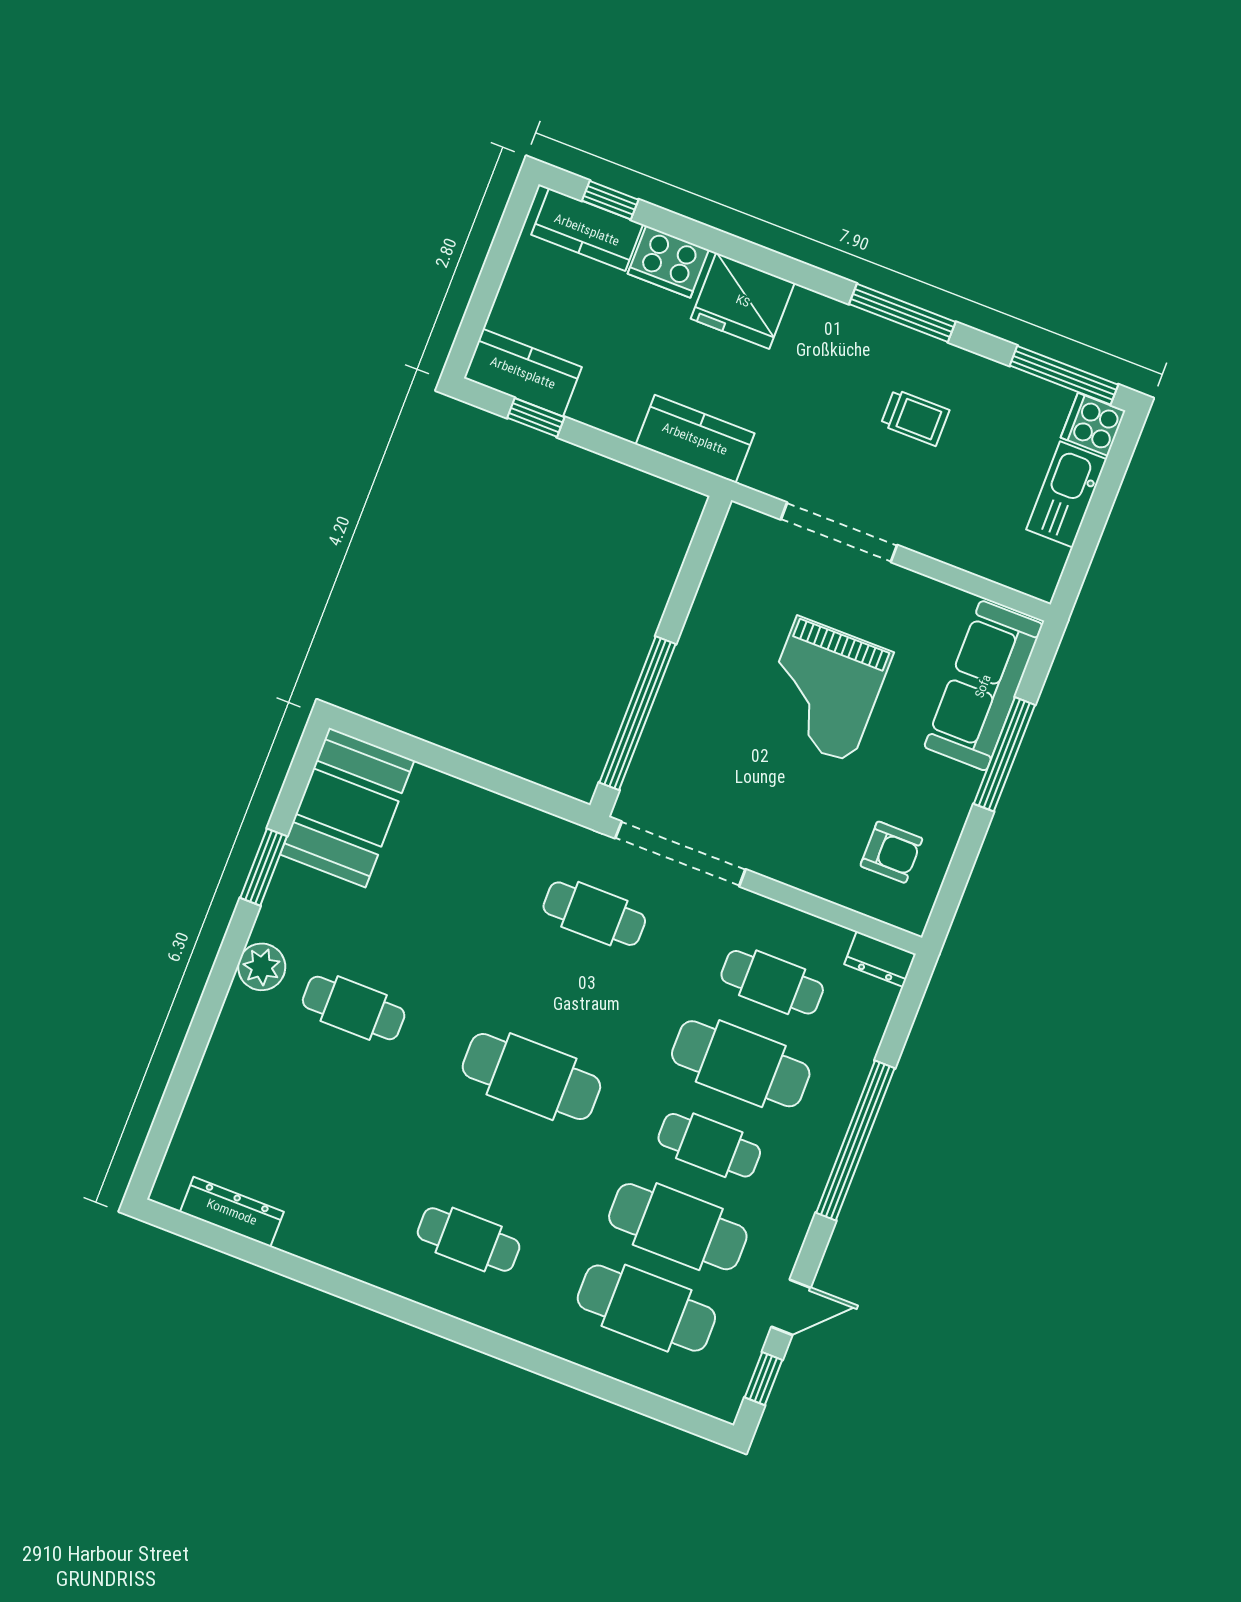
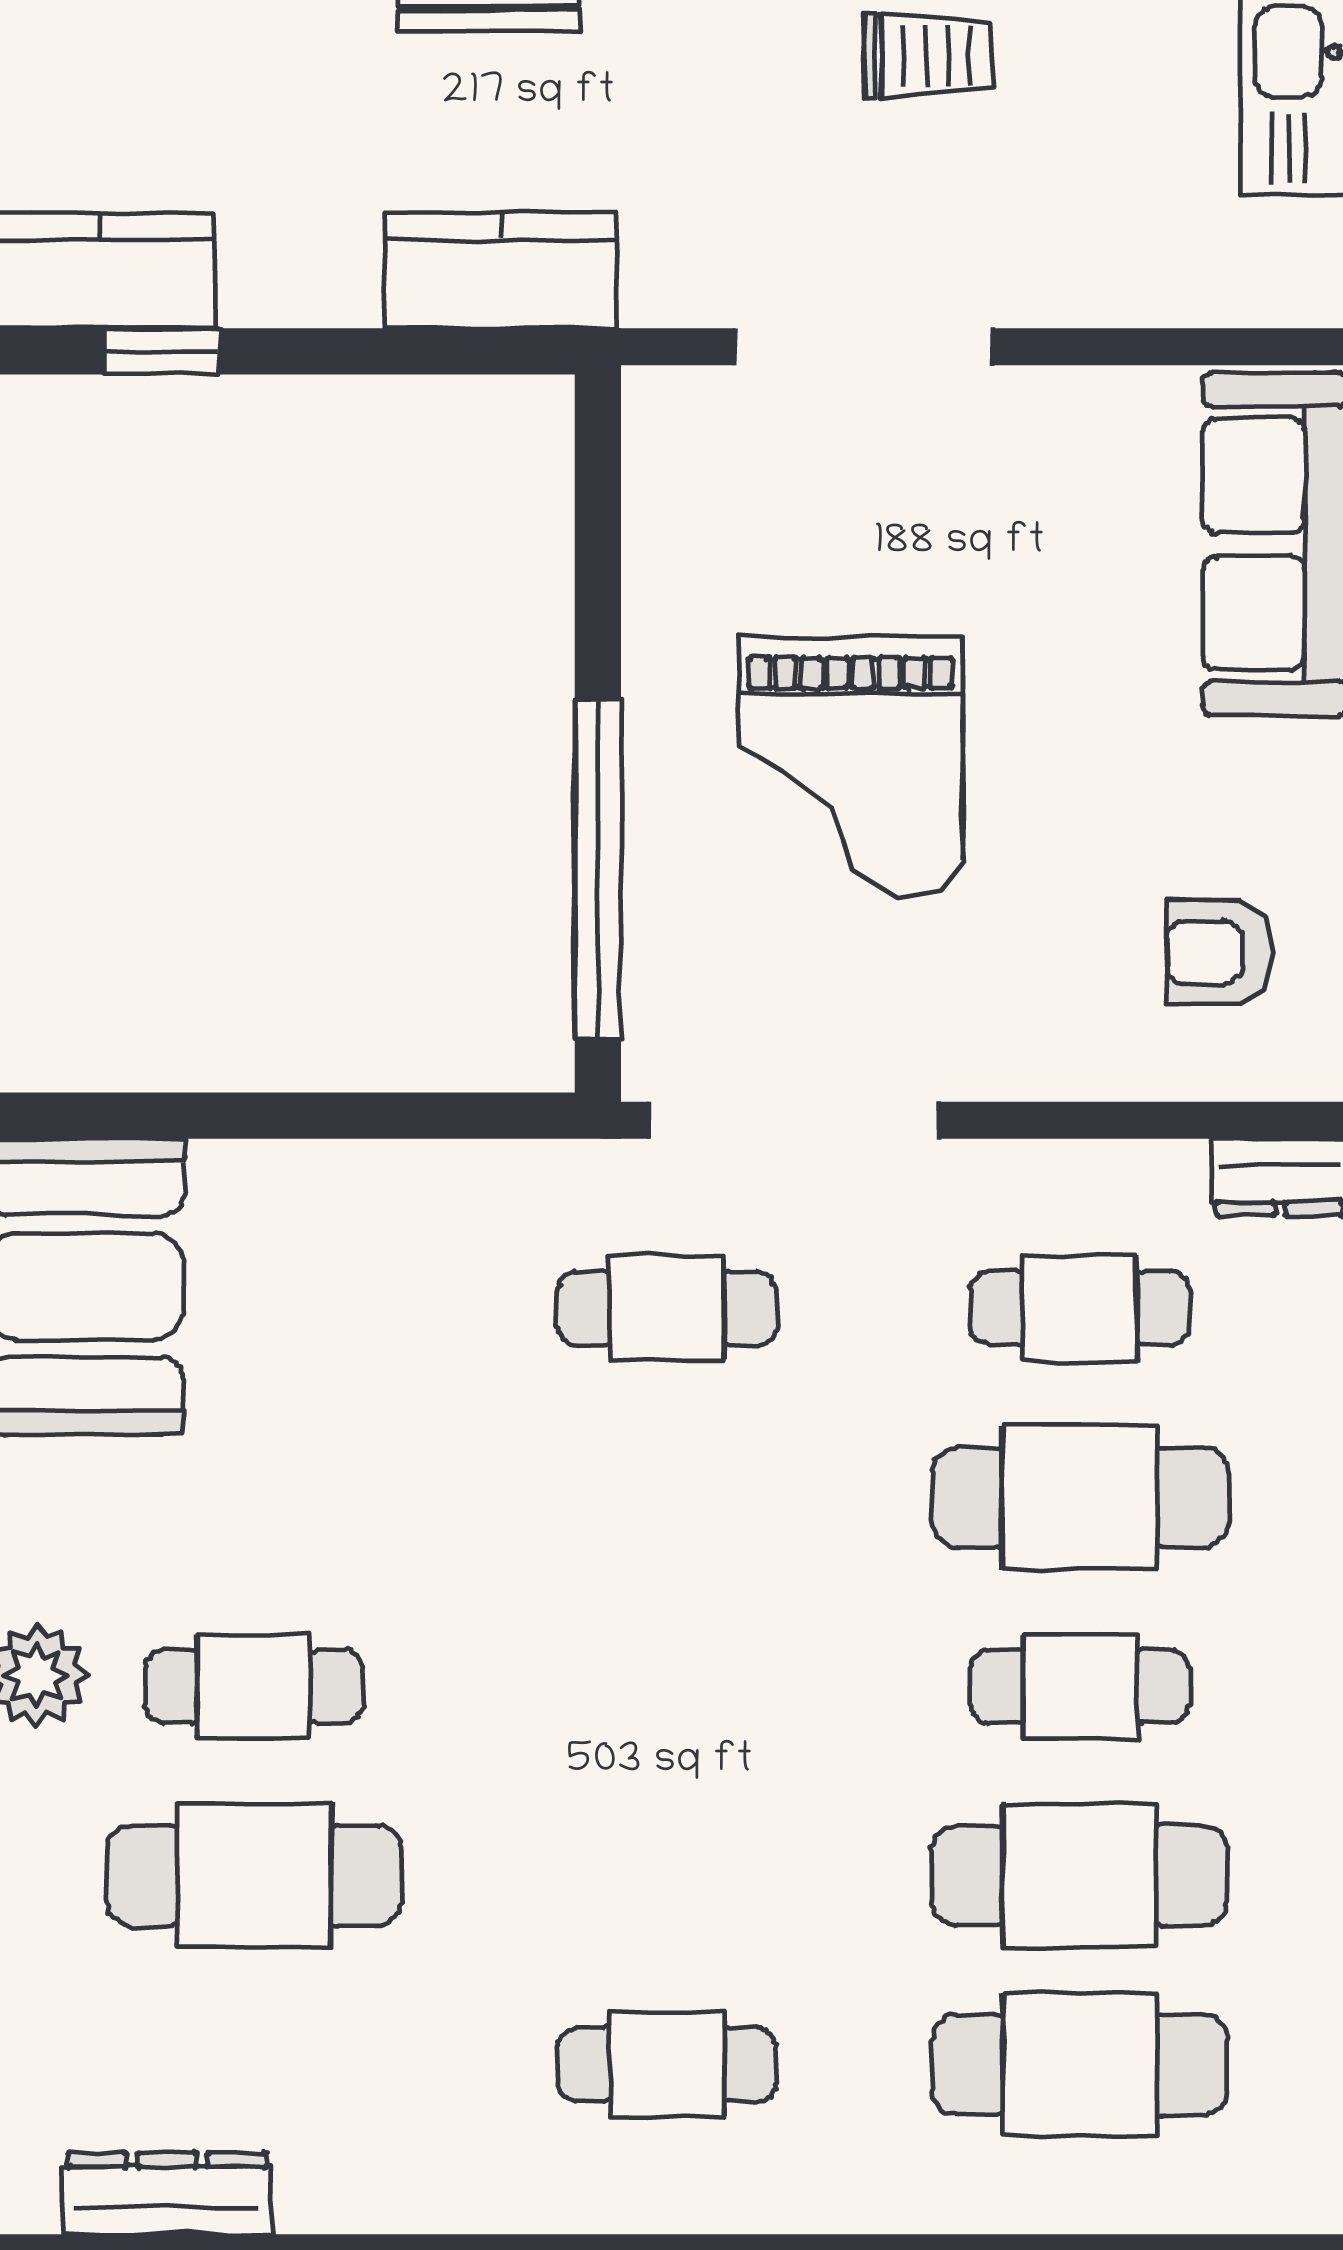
grand piano: (824, 690) -> (850, 767), moved
armchair: (891, 852) -> (1219, 952), turned 180
cafe table: (531, 1077) -> (254, 1876), moved

